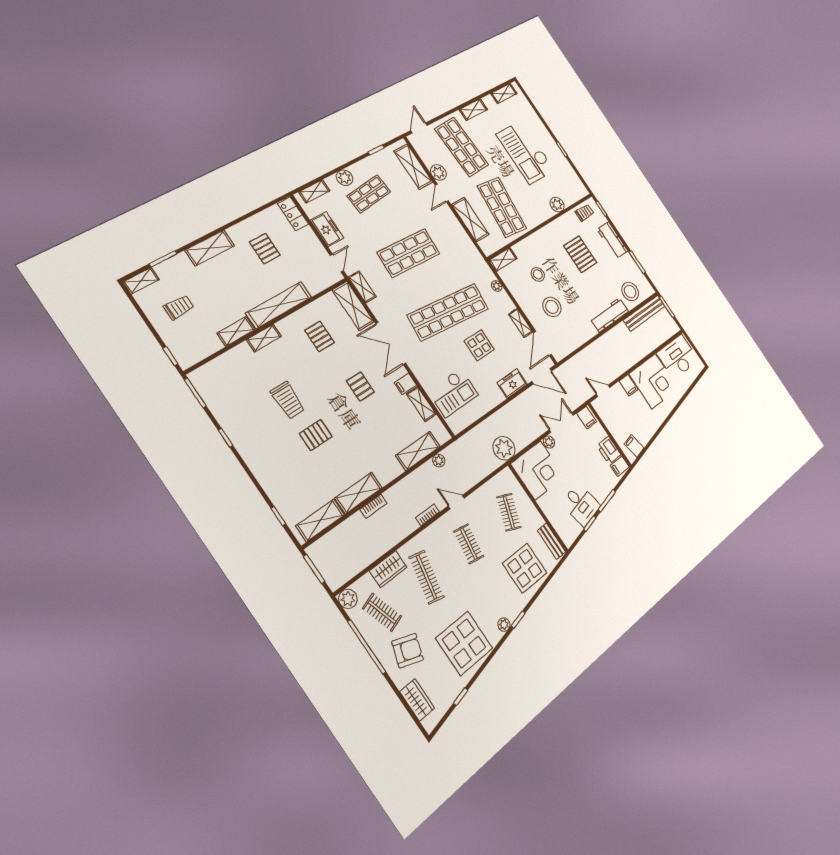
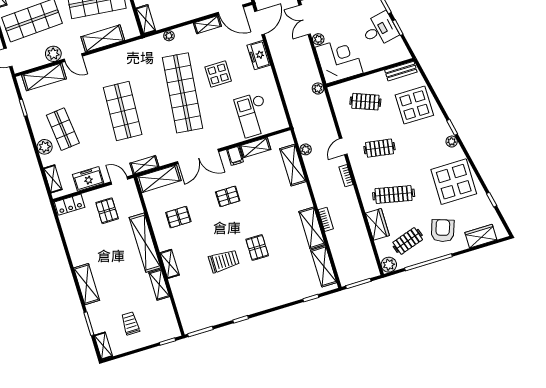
pallet: (265, 249) -> (107, 211), moved, turned 90
checkout: (453, 393) -> (253, 115), turned 180
plant: (504, 448) -> (318, 88), width x0.53, depth x0.53

